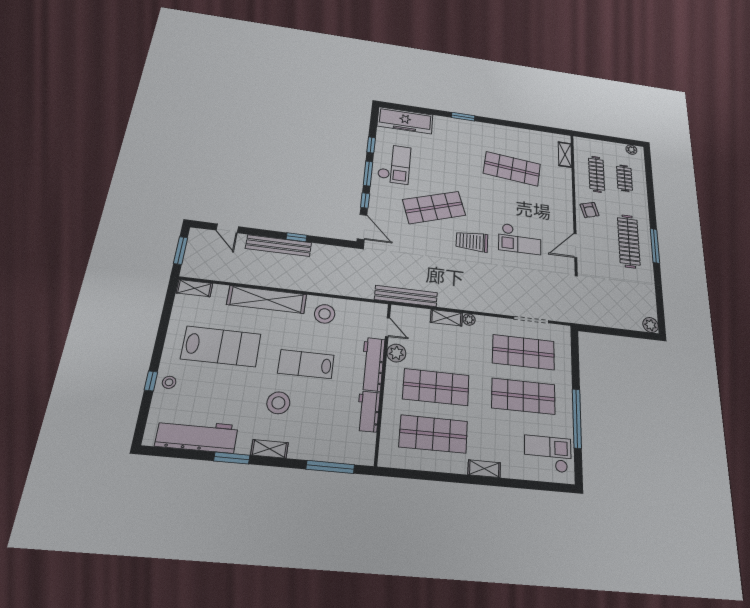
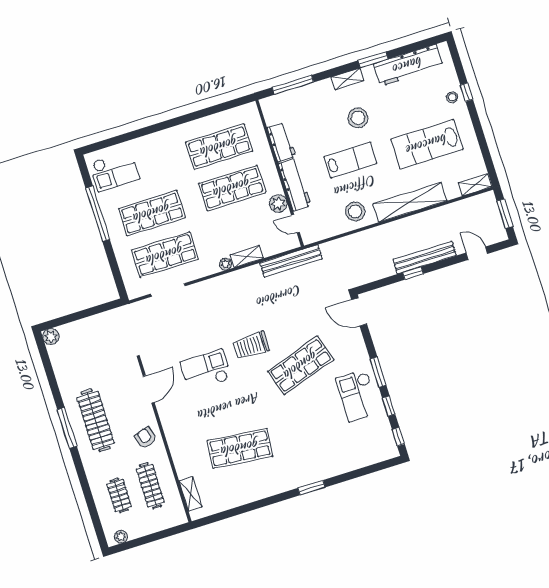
freezer: (405, 120) -> (368, 453), removed
window: (365, 200) -> (398, 437), moved
trolley: (472, 242) -> (251, 345), turned 180
shelving: (484, 469) -> (166, 136), removed

